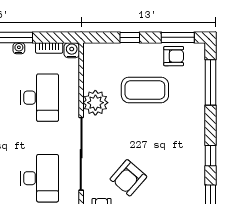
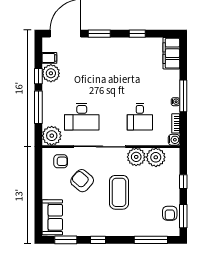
plant: (96, 76) -> (156, 157), added
coffee table: (145, 90) -> (119, 192), moved
desk: (40, 98) -> (140, 117), width x0.73

